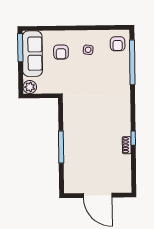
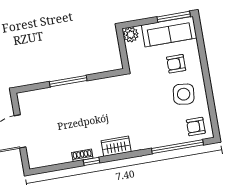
side table: (88, 50) -> (184, 94), width x1.87, depth x1.87
wardrobe: (124, 115) -> (116, 146), added

